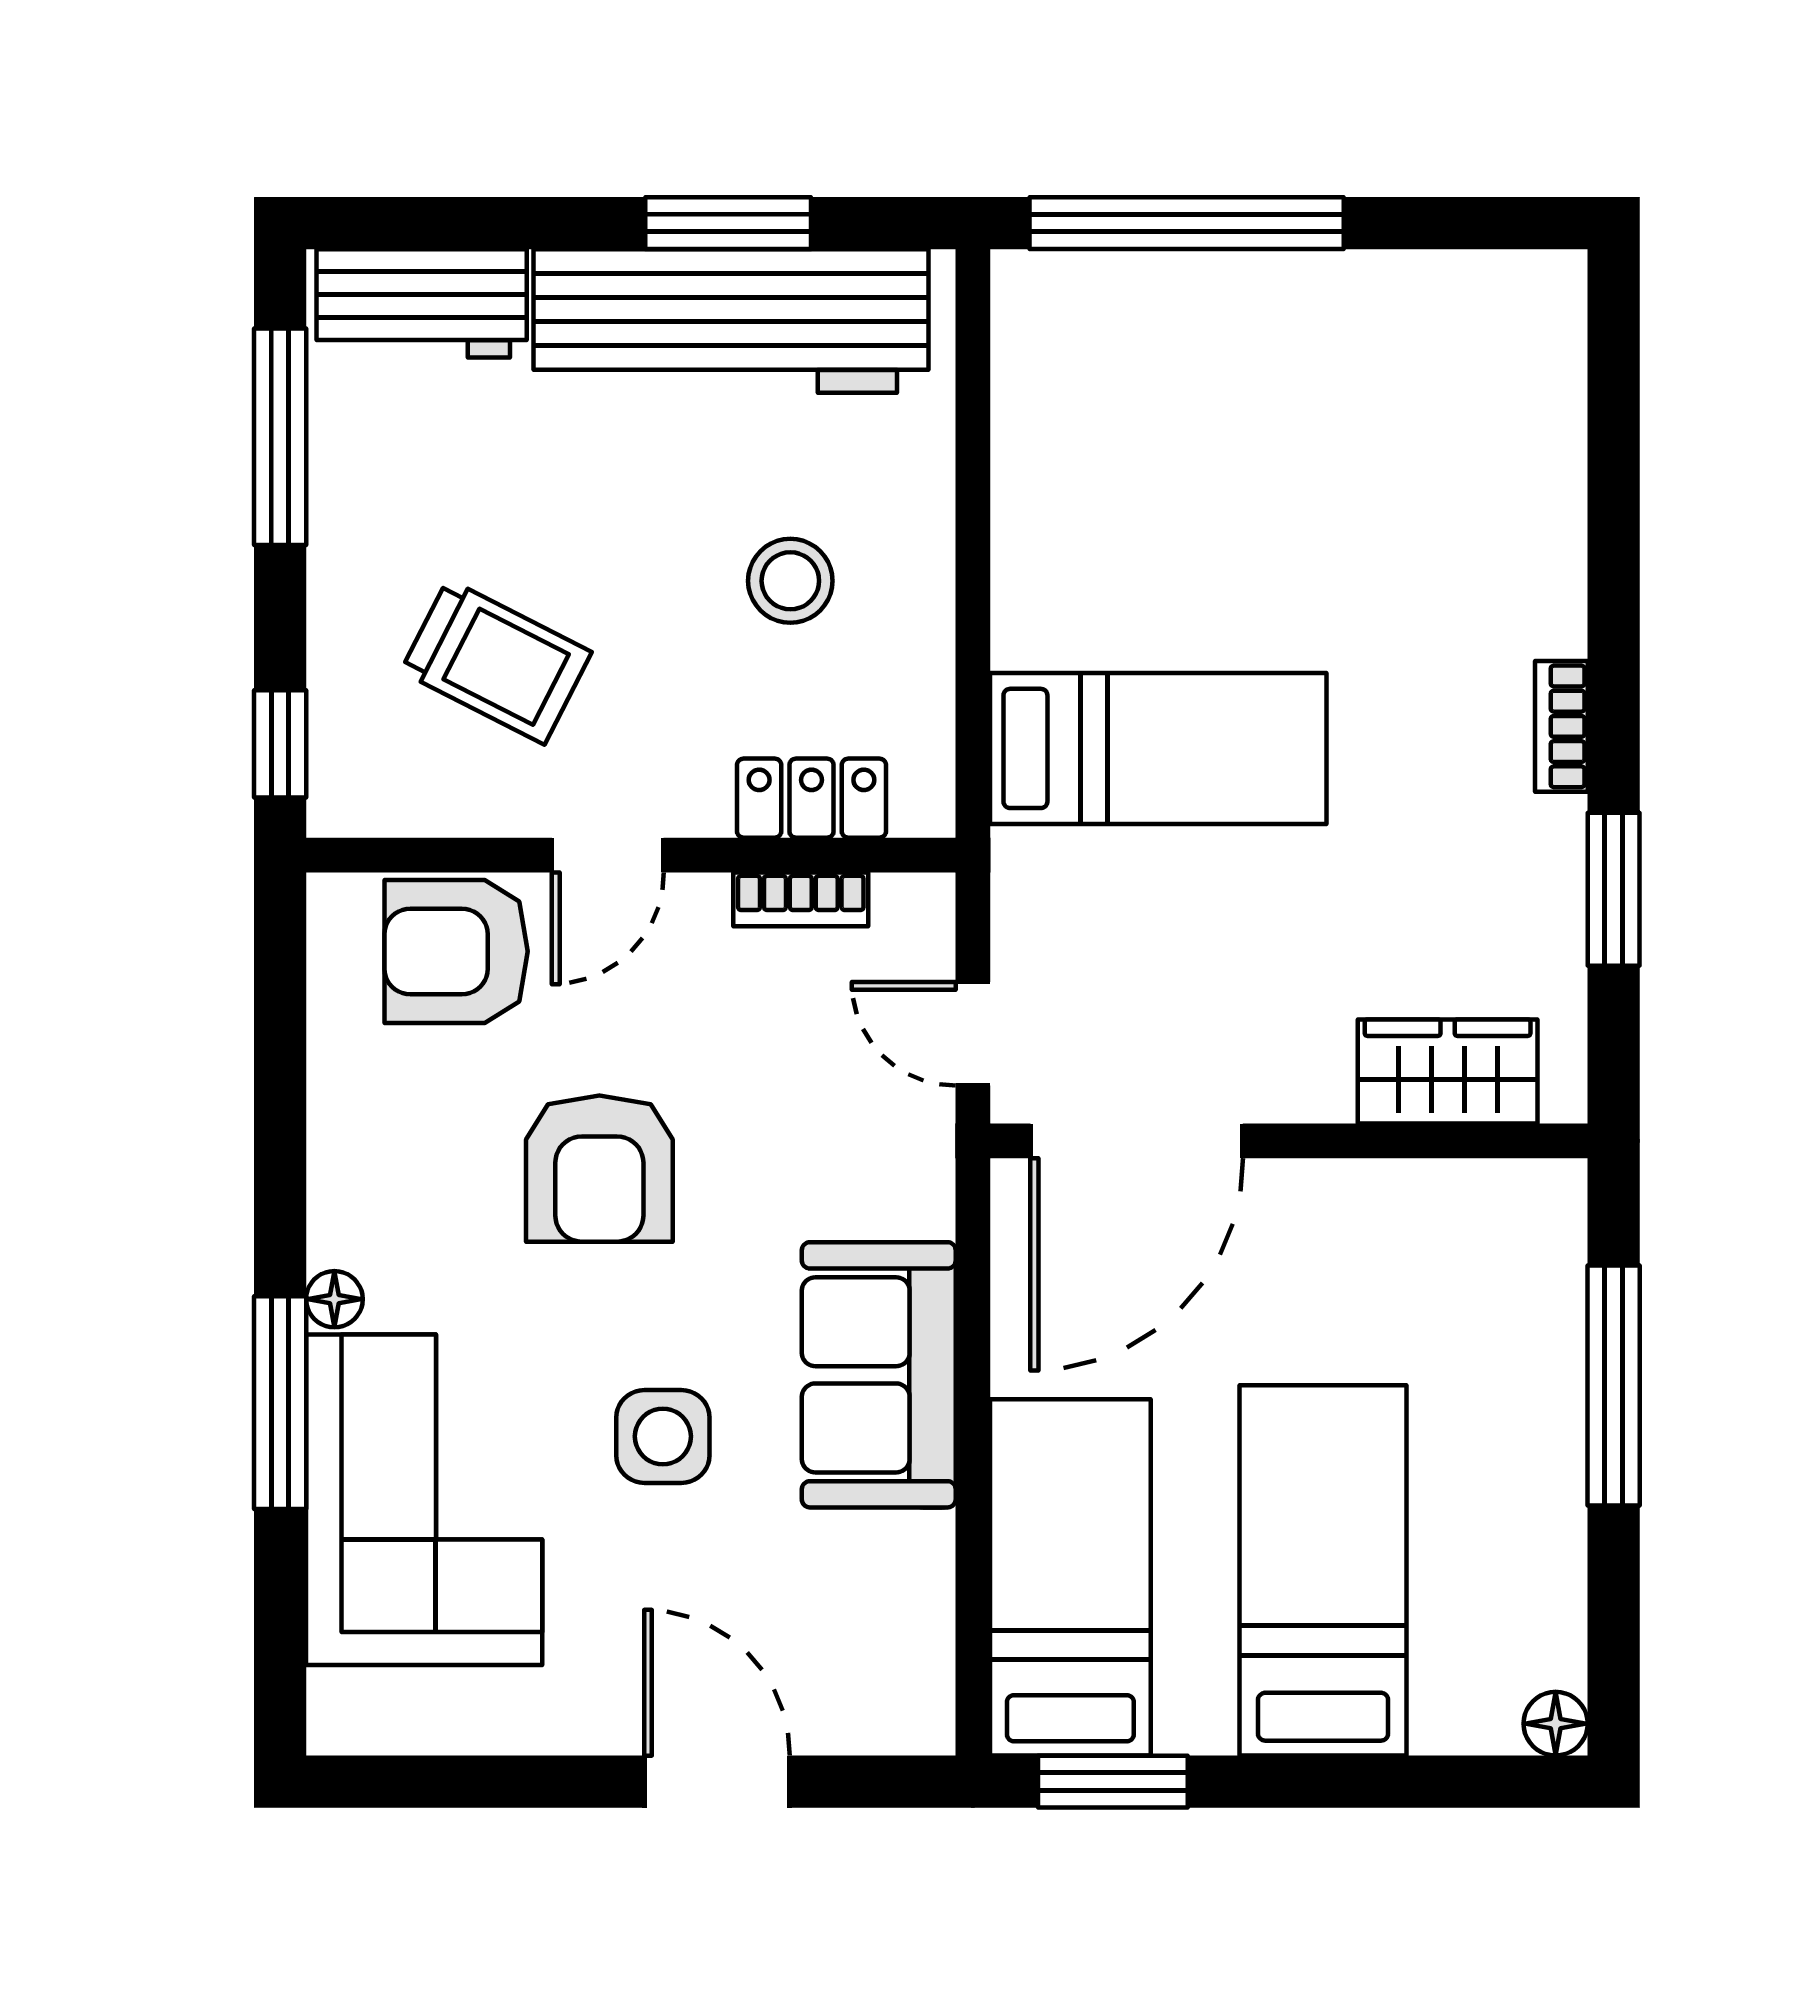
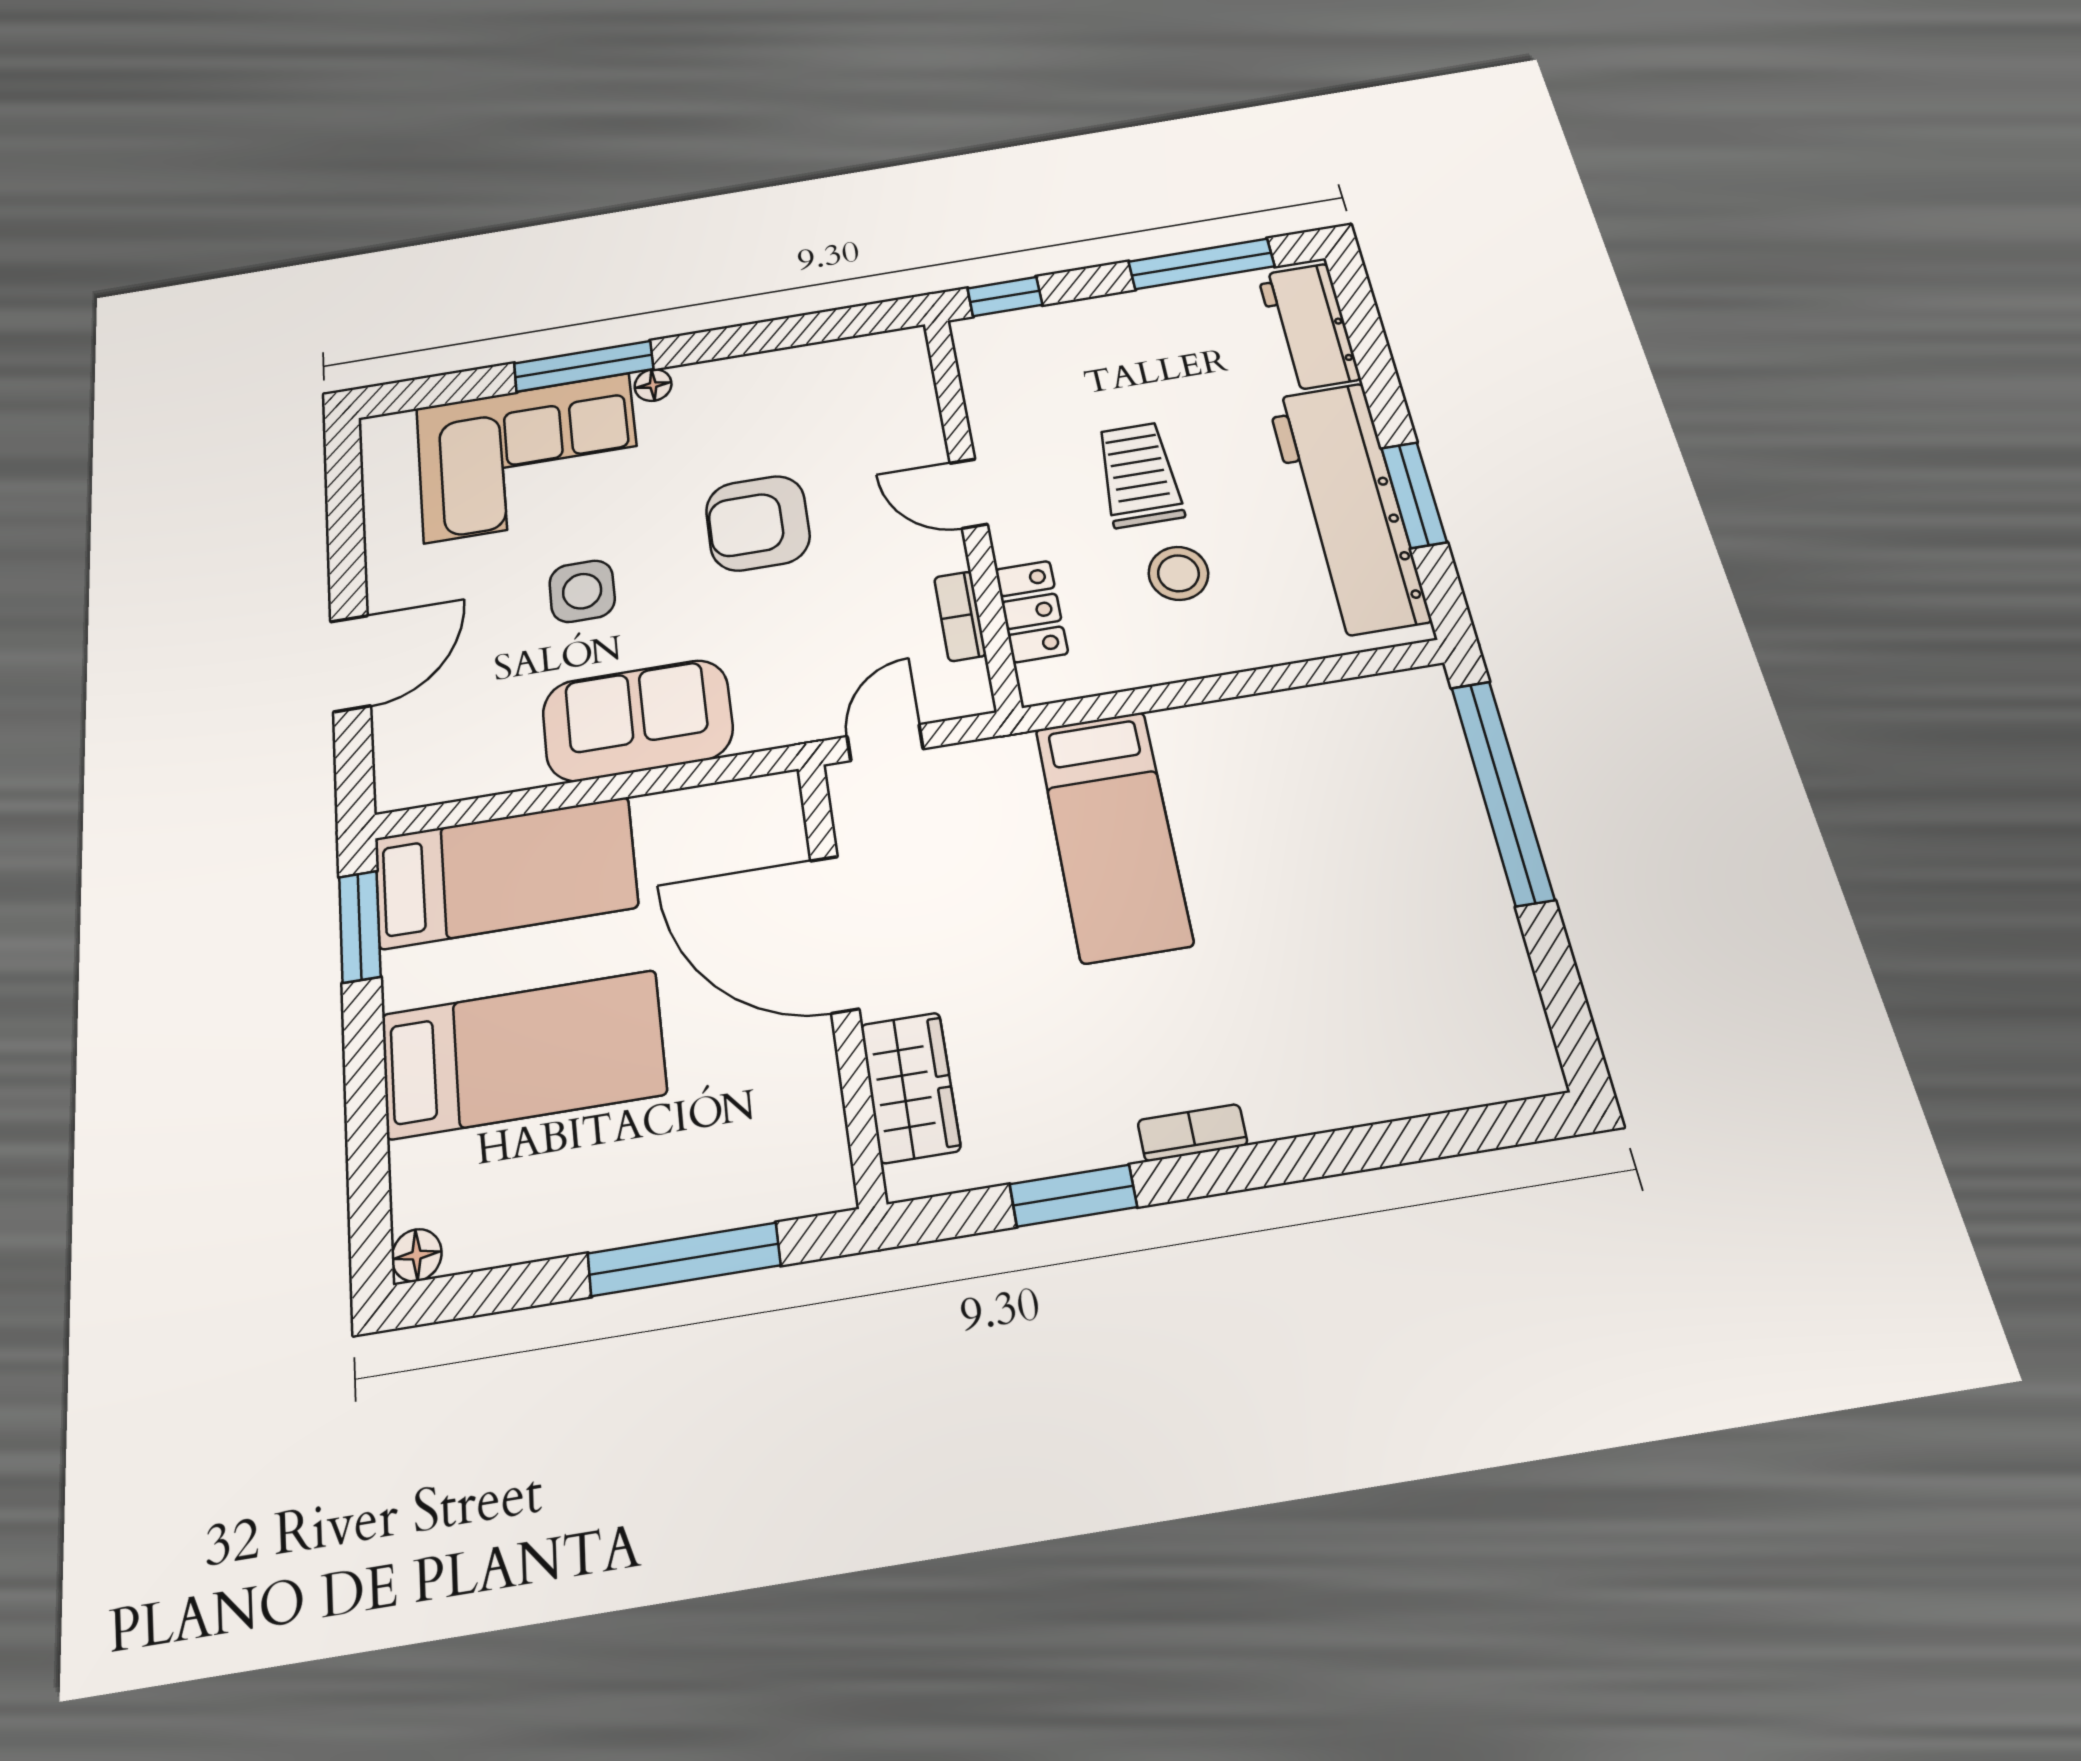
trolley: (496, 662) -> (1139, 475), moved, turned 153
armchair: (456, 951) -> (889, 416), removed
door: (1137, 1141) -> (834, 934), moved

